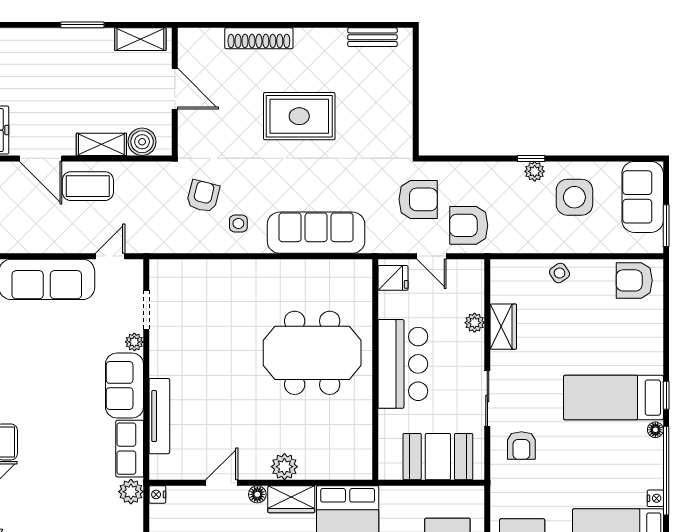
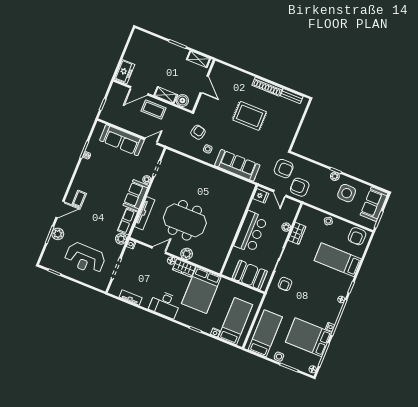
shoe rack: (259, 38) -> (267, 87), moved
door: (41, 158) -> (139, 91), hinge flipped
armchair: (634, 280) -> (357, 236), turned -90
meeting table: (312, 353) -> (185, 220), moved
bed: (613, 398) -> (338, 260), moved

